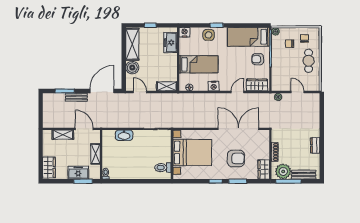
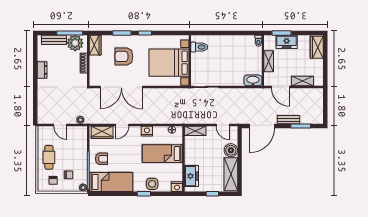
washbasin: (124, 135) -> (253, 80), moved

